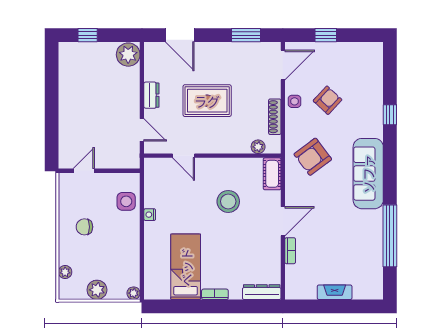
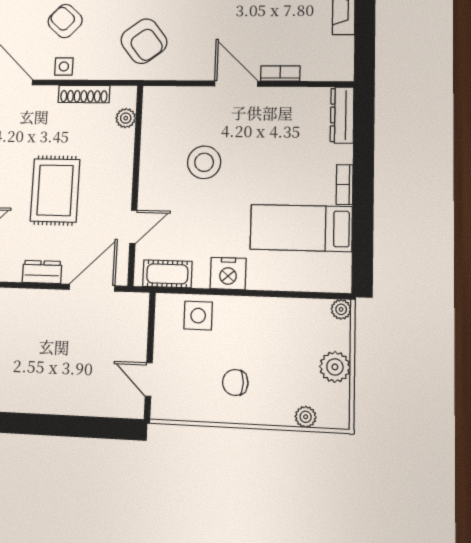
door: (142, 130) -> (92, 288), width x1.37
cot: (272, 174) -> (167, 274), moved
nightstand: (150, 215) -> (228, 273), width x1.89, depth x1.79
chair: (84, 227) -> (235, 382), turned 90

